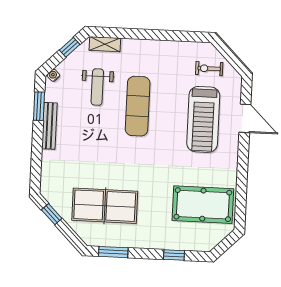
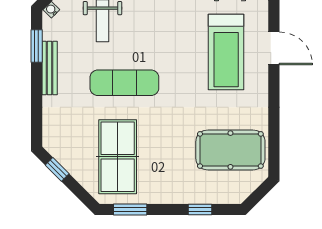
exercise mat: (138, 106) -> (124, 83), moved, turned 90
table tennis table: (105, 206) -> (118, 157), turned 90

